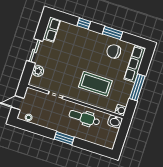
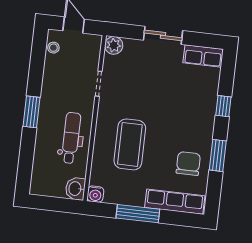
plant: (38, 71) -> (114, 45), moved

